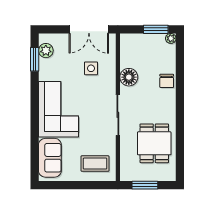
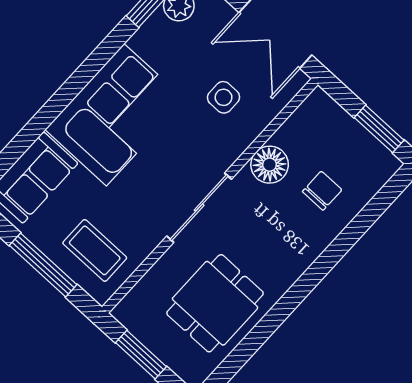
plant: (171, 38) -> (389, 164), removed
chair: (167, 81) -> (322, 191), moved, turned 180
window: (82, 185) -> (43, 265), added

